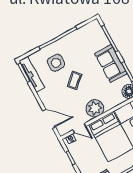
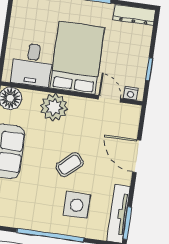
plant: (95, 108) -> (54, 107), moved
door: (49, 119) -> (137, 156), moved

